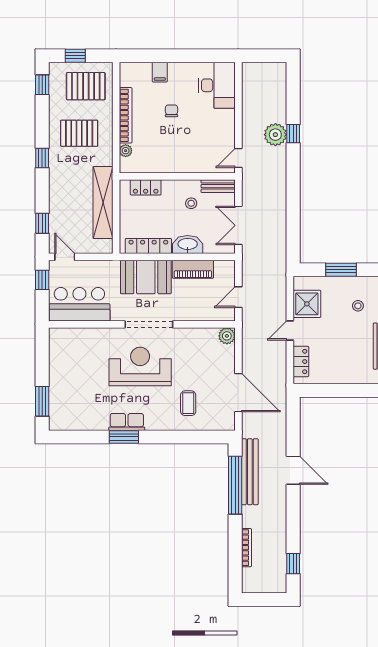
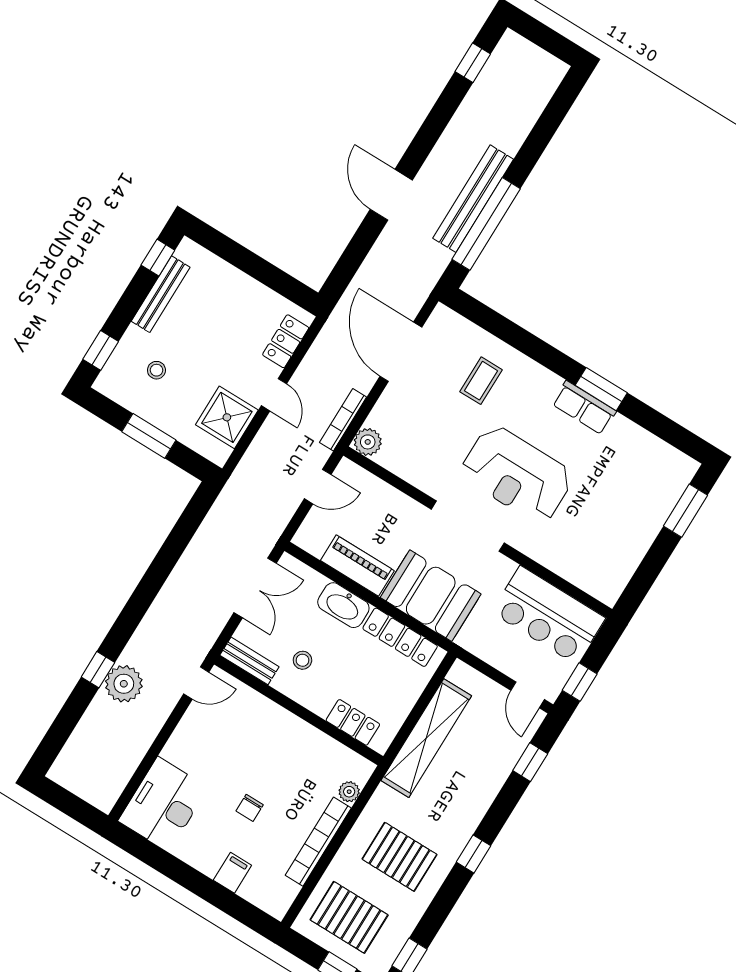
door: (290, 330) -> (274, 395), hinge flipped
bench: (250, 472) -> (473, 199), moved
bookcase: (246, 548) -> (343, 420), moved

